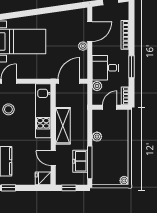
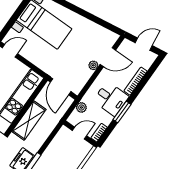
desk: (105, 68) -> (111, 99), moved, turned 180
door: (69, 81) -> (61, 87), swing flipped
plant: (97, 137) -> (51, 150), removed

